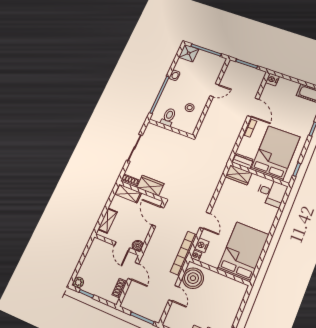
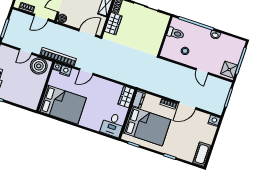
shower: (189, 53) -> (229, 70), moved

